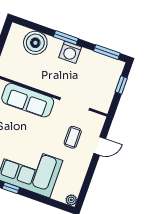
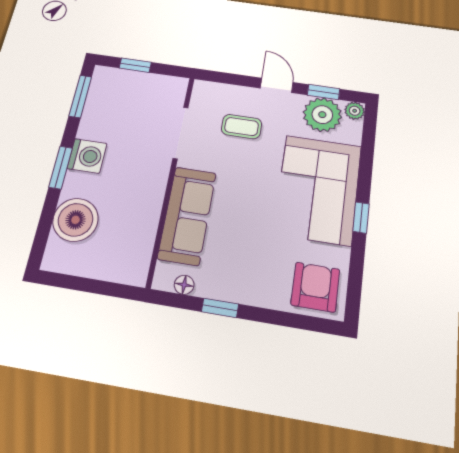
door: (100, 146) -> (277, 85), moved
plant: (72, 182) -> (322, 115), added
window: (86, 186) -> (323, 92), added

